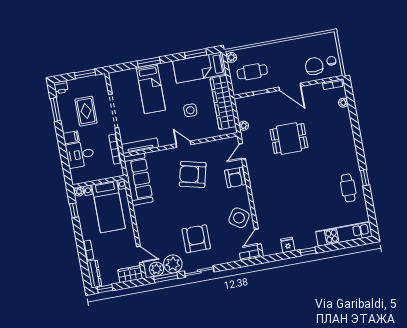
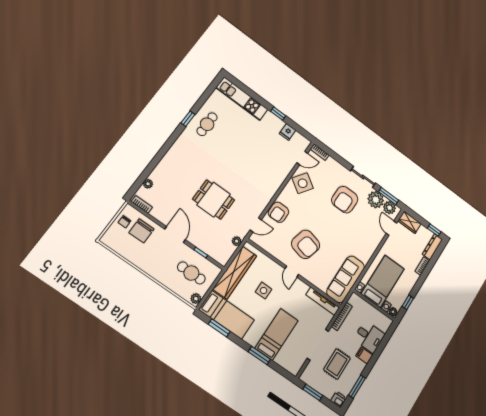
armchair: (235, 178) -> (279, 212), turned 180

